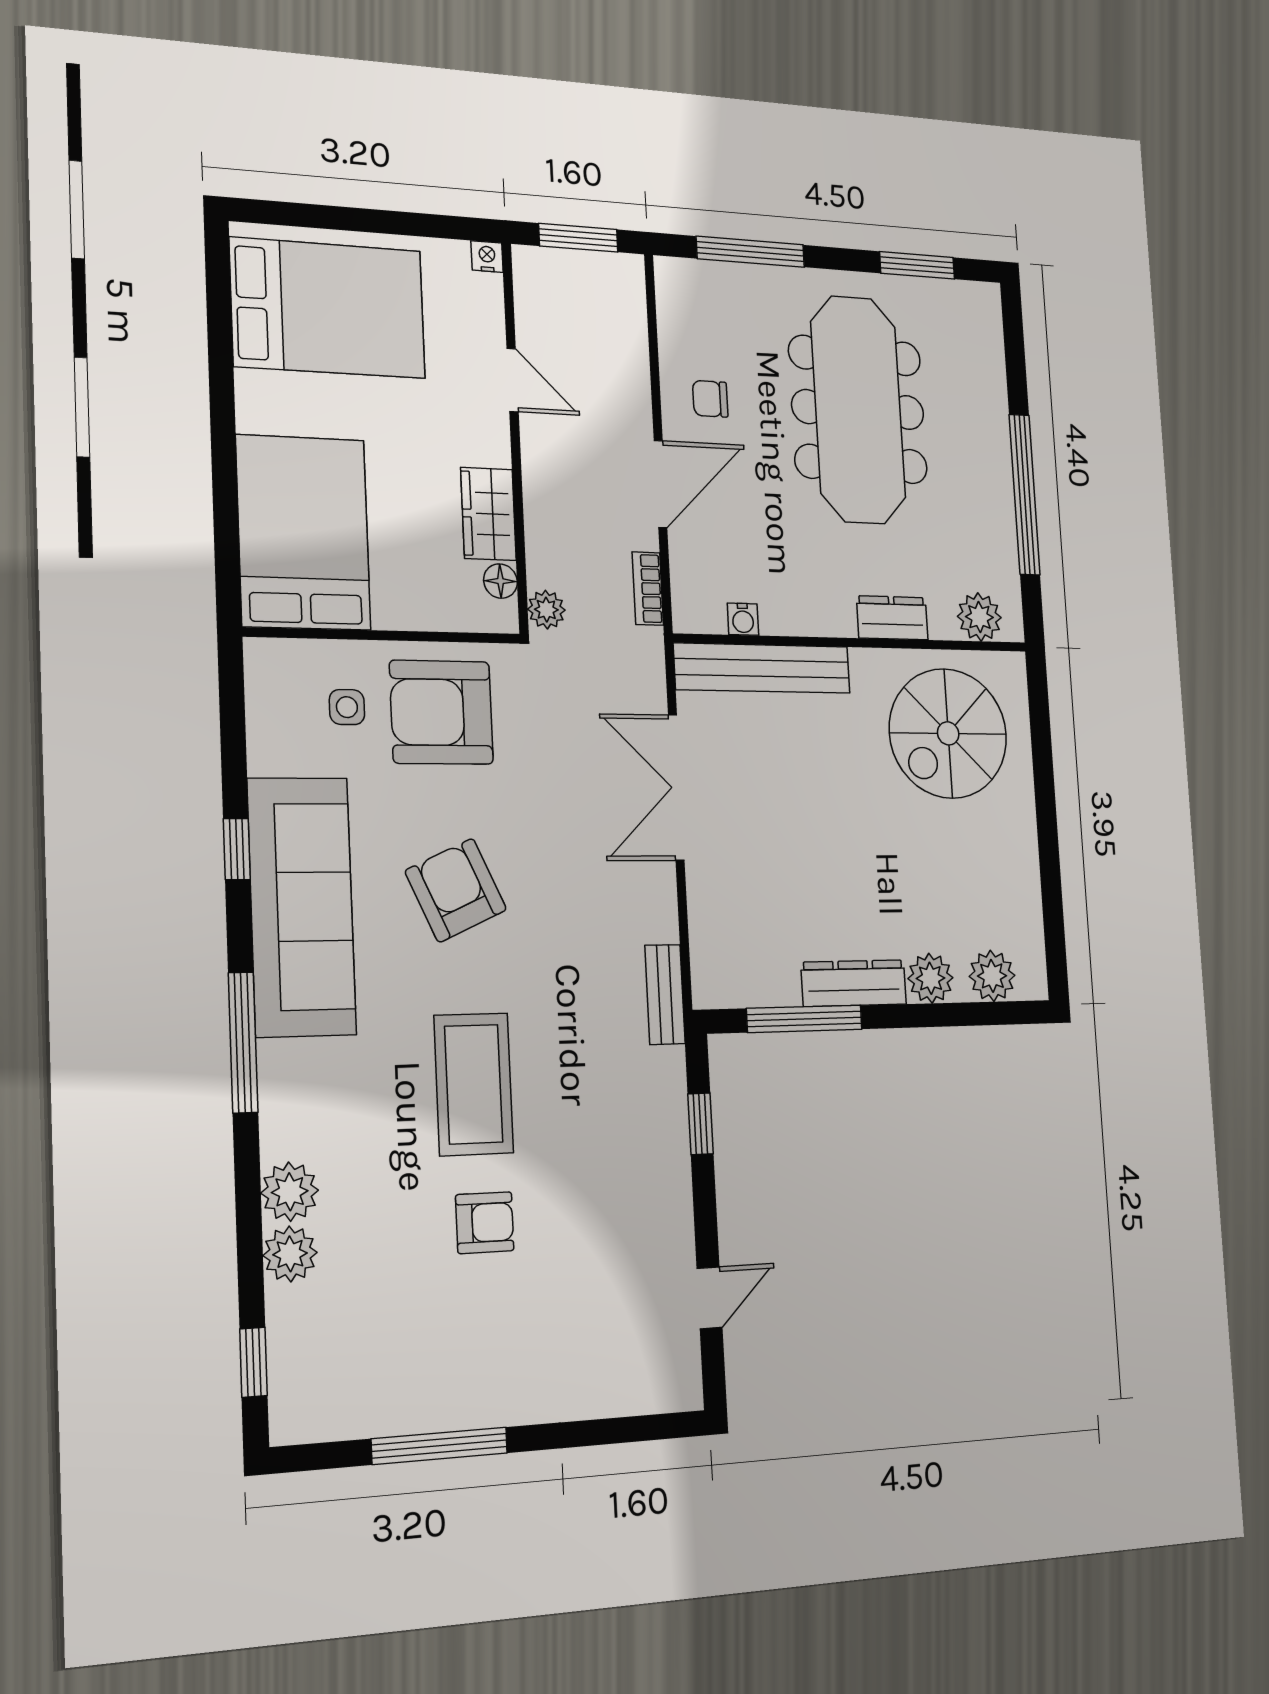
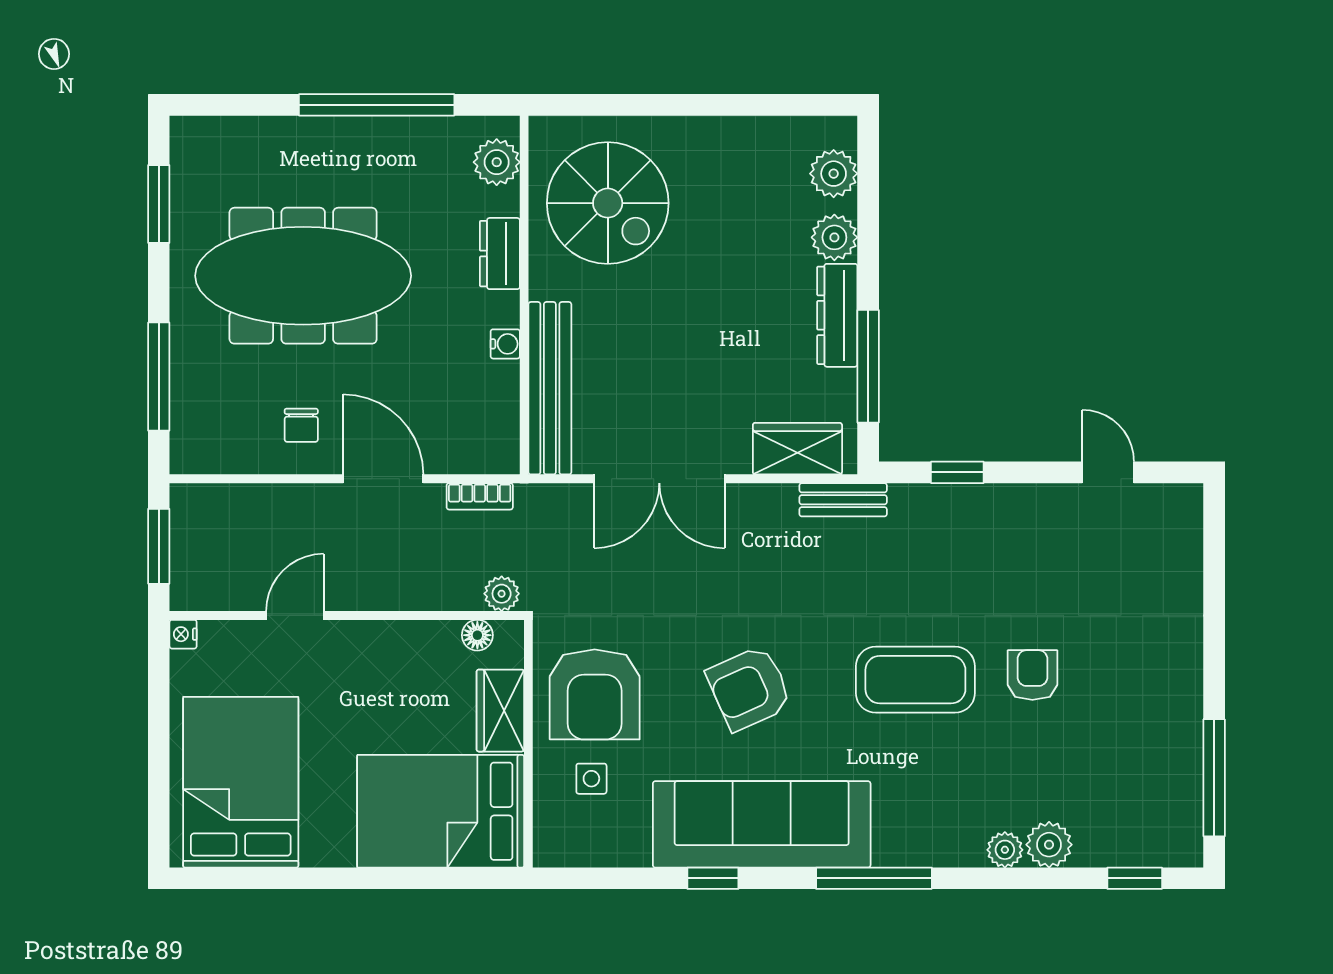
wardrobe: (488, 514) -> (500, 711), moved, turned 90
water cooler: (743, 619) -> (505, 344), moved
wardrobe: (716, 942) -> (797, 449), added
plant: (290, 1192) -> (1005, 850), width x0.73, depth x0.73
window: (440, 1446) -> (1214, 778), moved

